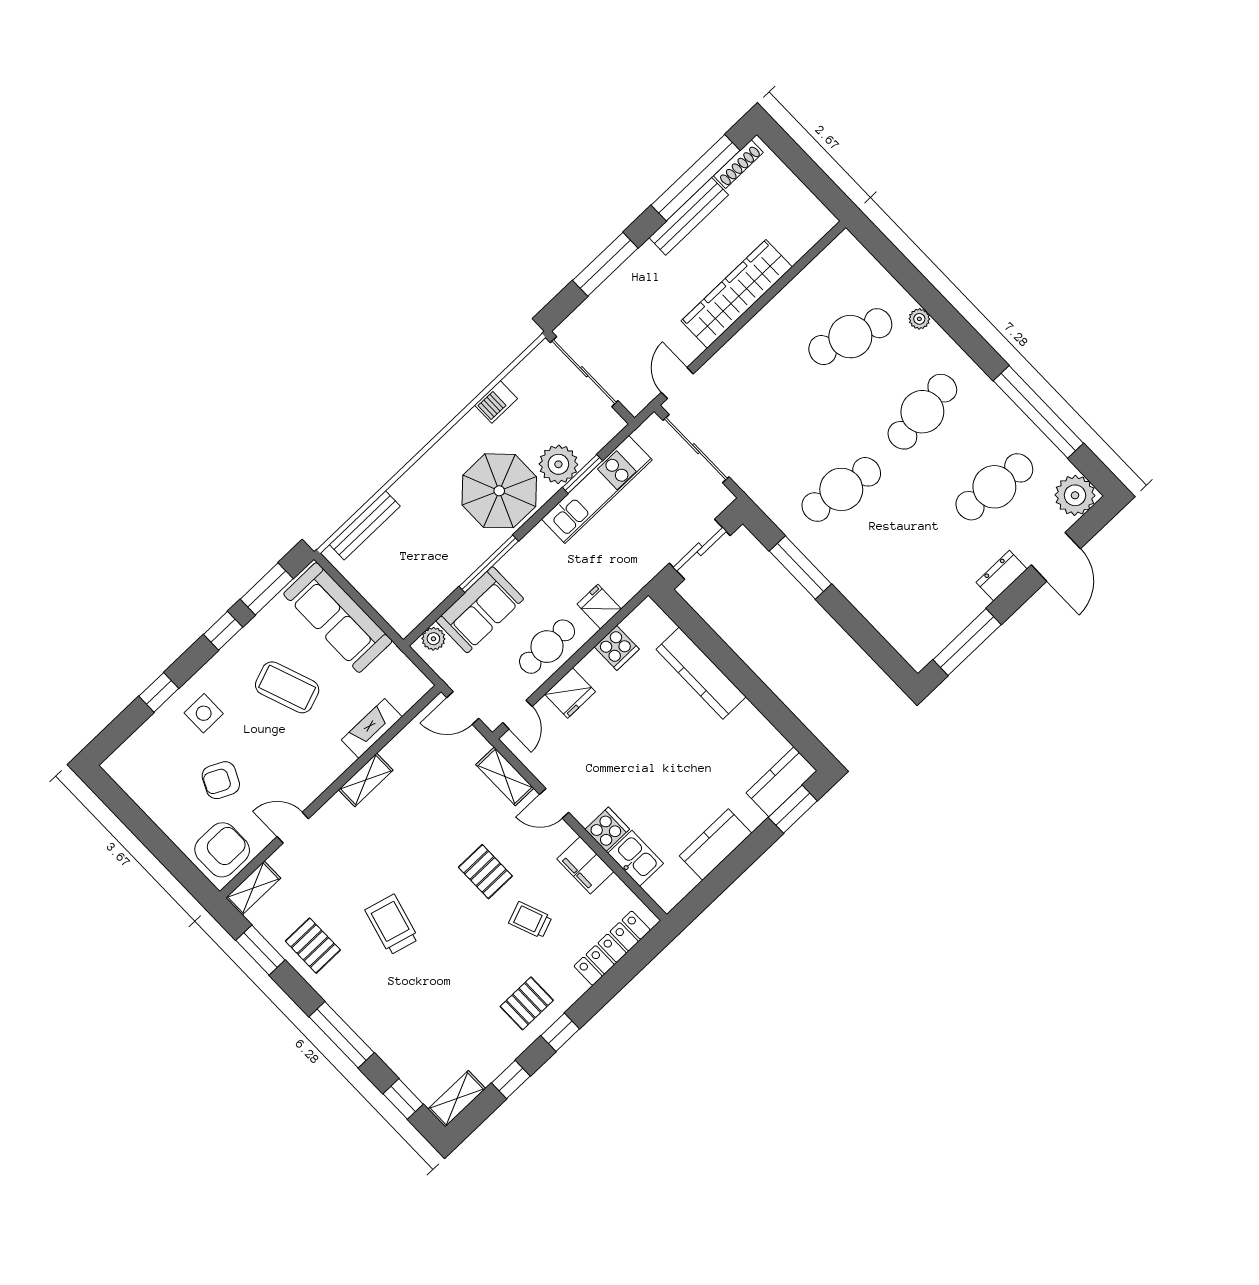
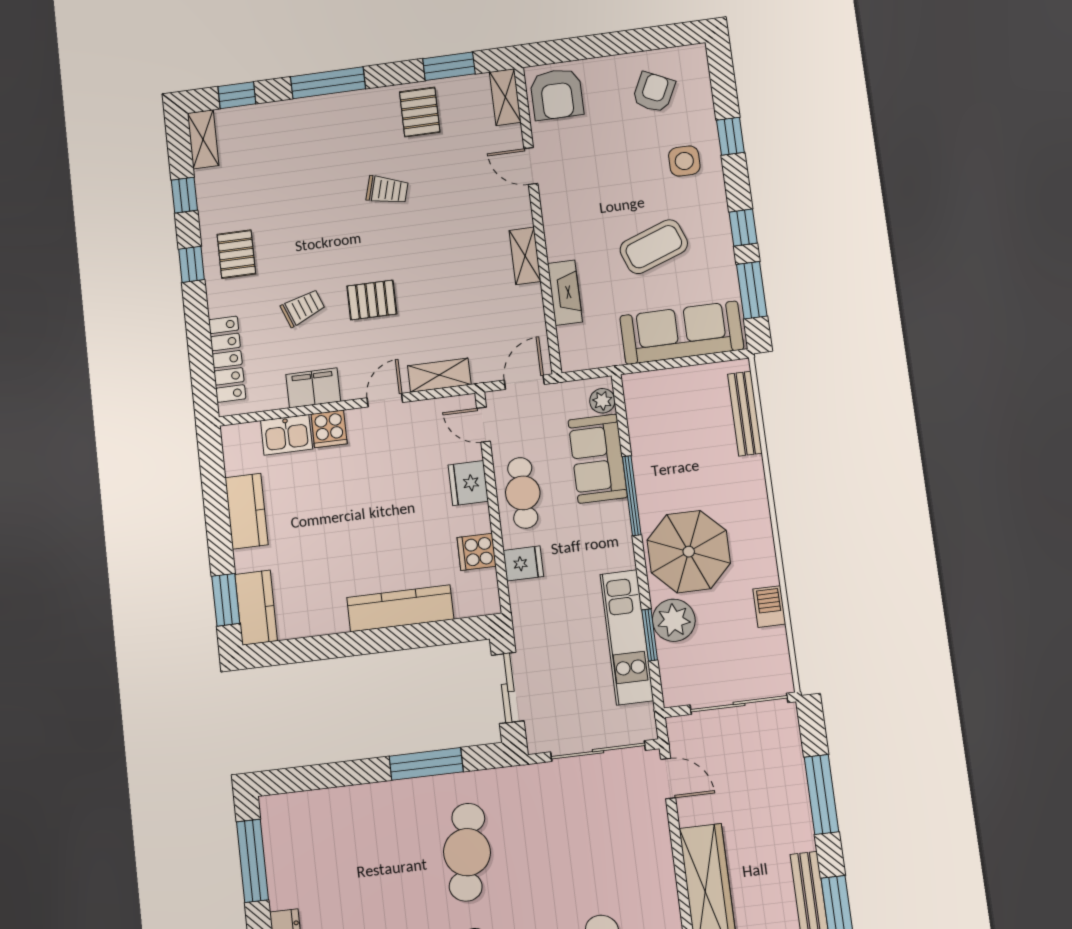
armchair: (221, 780) -> (654, 92), moved
door: (293, 828) -> (531, 166), swing flipped
trolley: (392, 925) -> (387, 190), width x0.73, depth x0.72
pallet: (313, 946) -> (420, 112), turned 90

